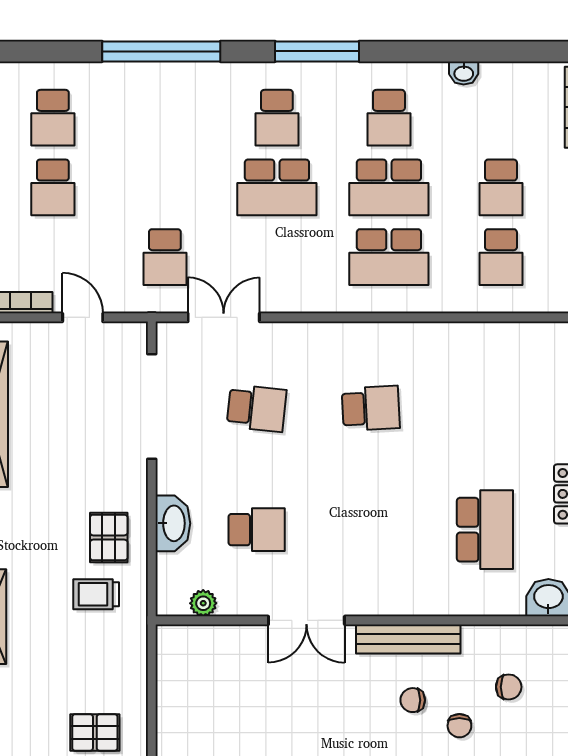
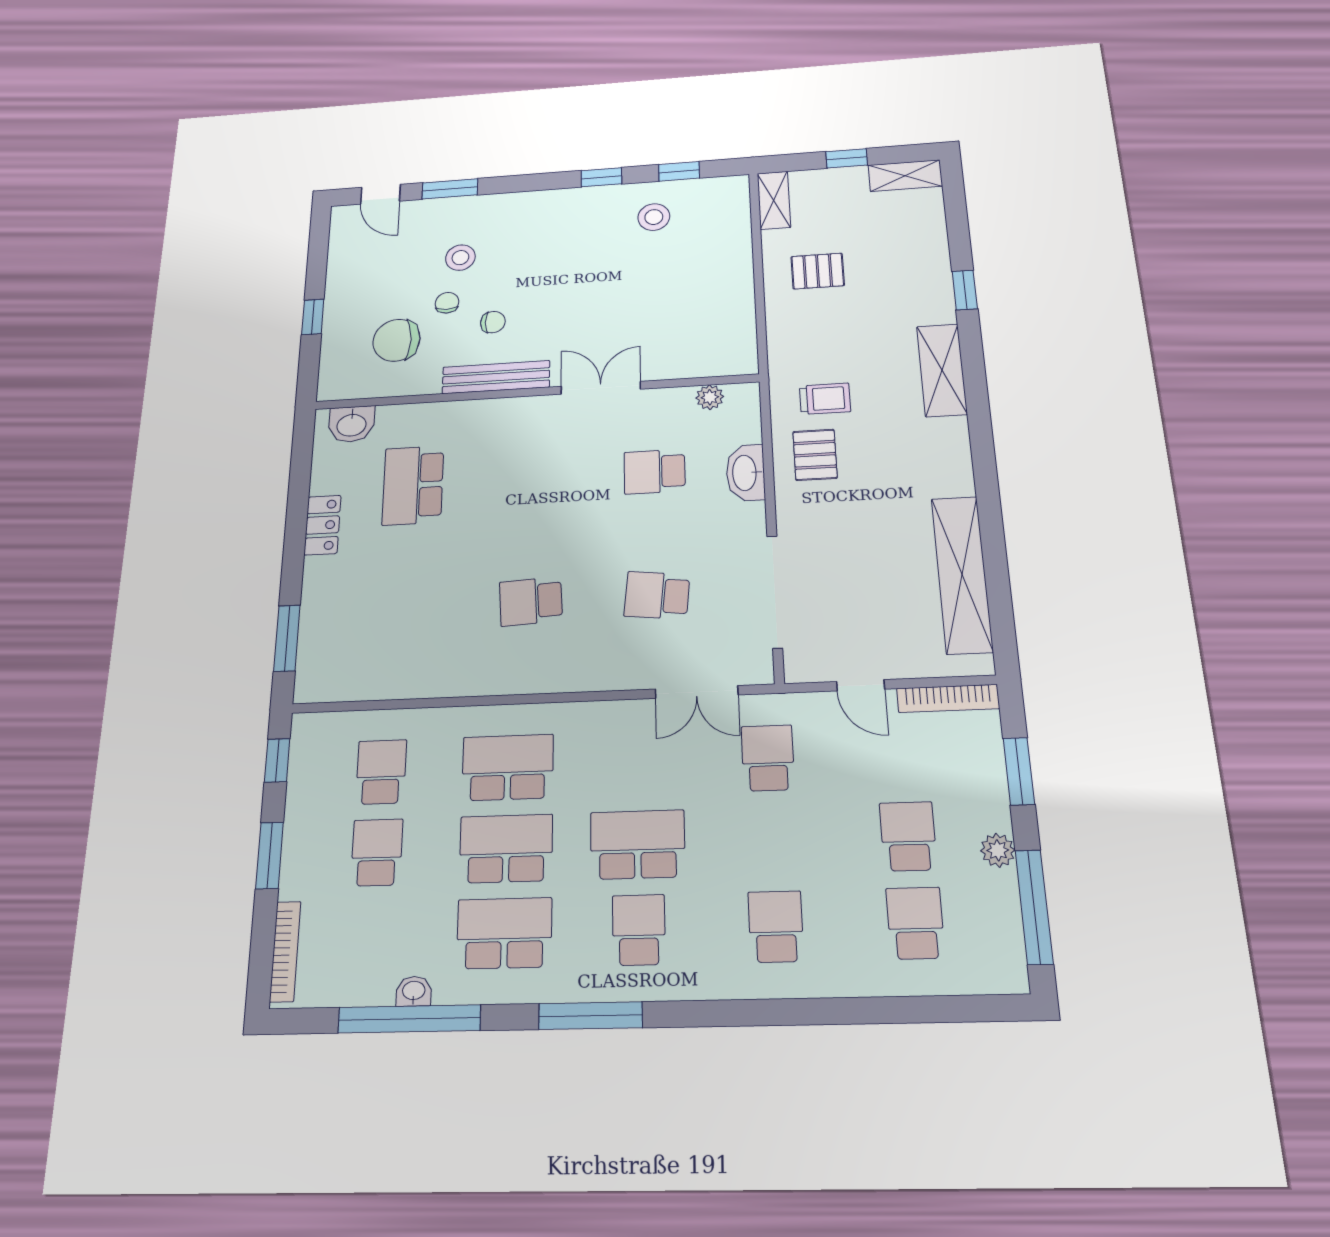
window: (161, 51) -> (409, 1019), moved
school desk: (165, 118) -> (776, 927), added
school desk: (389, 118) -> (504, 933), width x1.85
chair: (509, 687) -> (396, 340), width x1.87, depth x1.87

